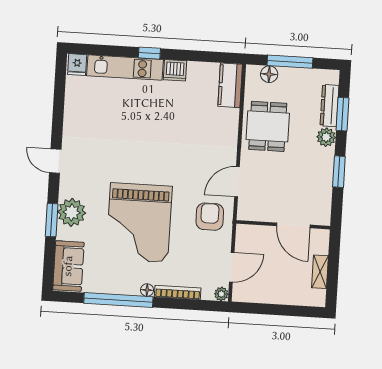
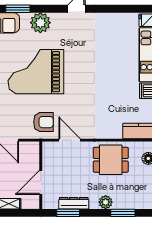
dresser: (329, 106) -> (74, 203), moved
window: (339, 172) -> (68, 213), moved
window: (52, 220) -> (18, 9), moved

